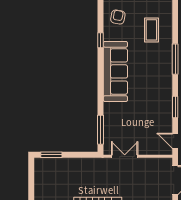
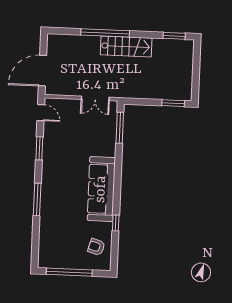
armchair: (118, 17) -> (96, 247), turned 95
coffee table: (151, 30) -> (61, 232), removed

